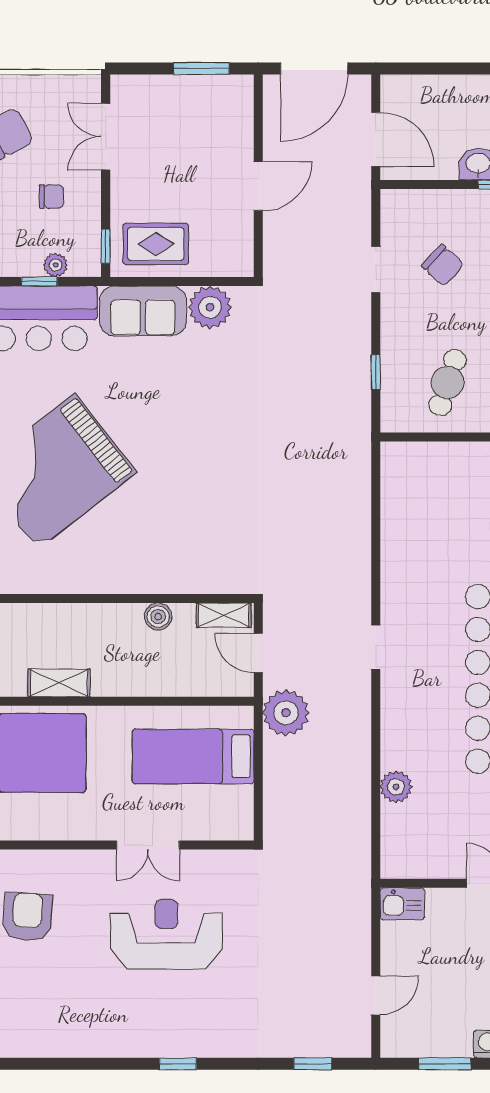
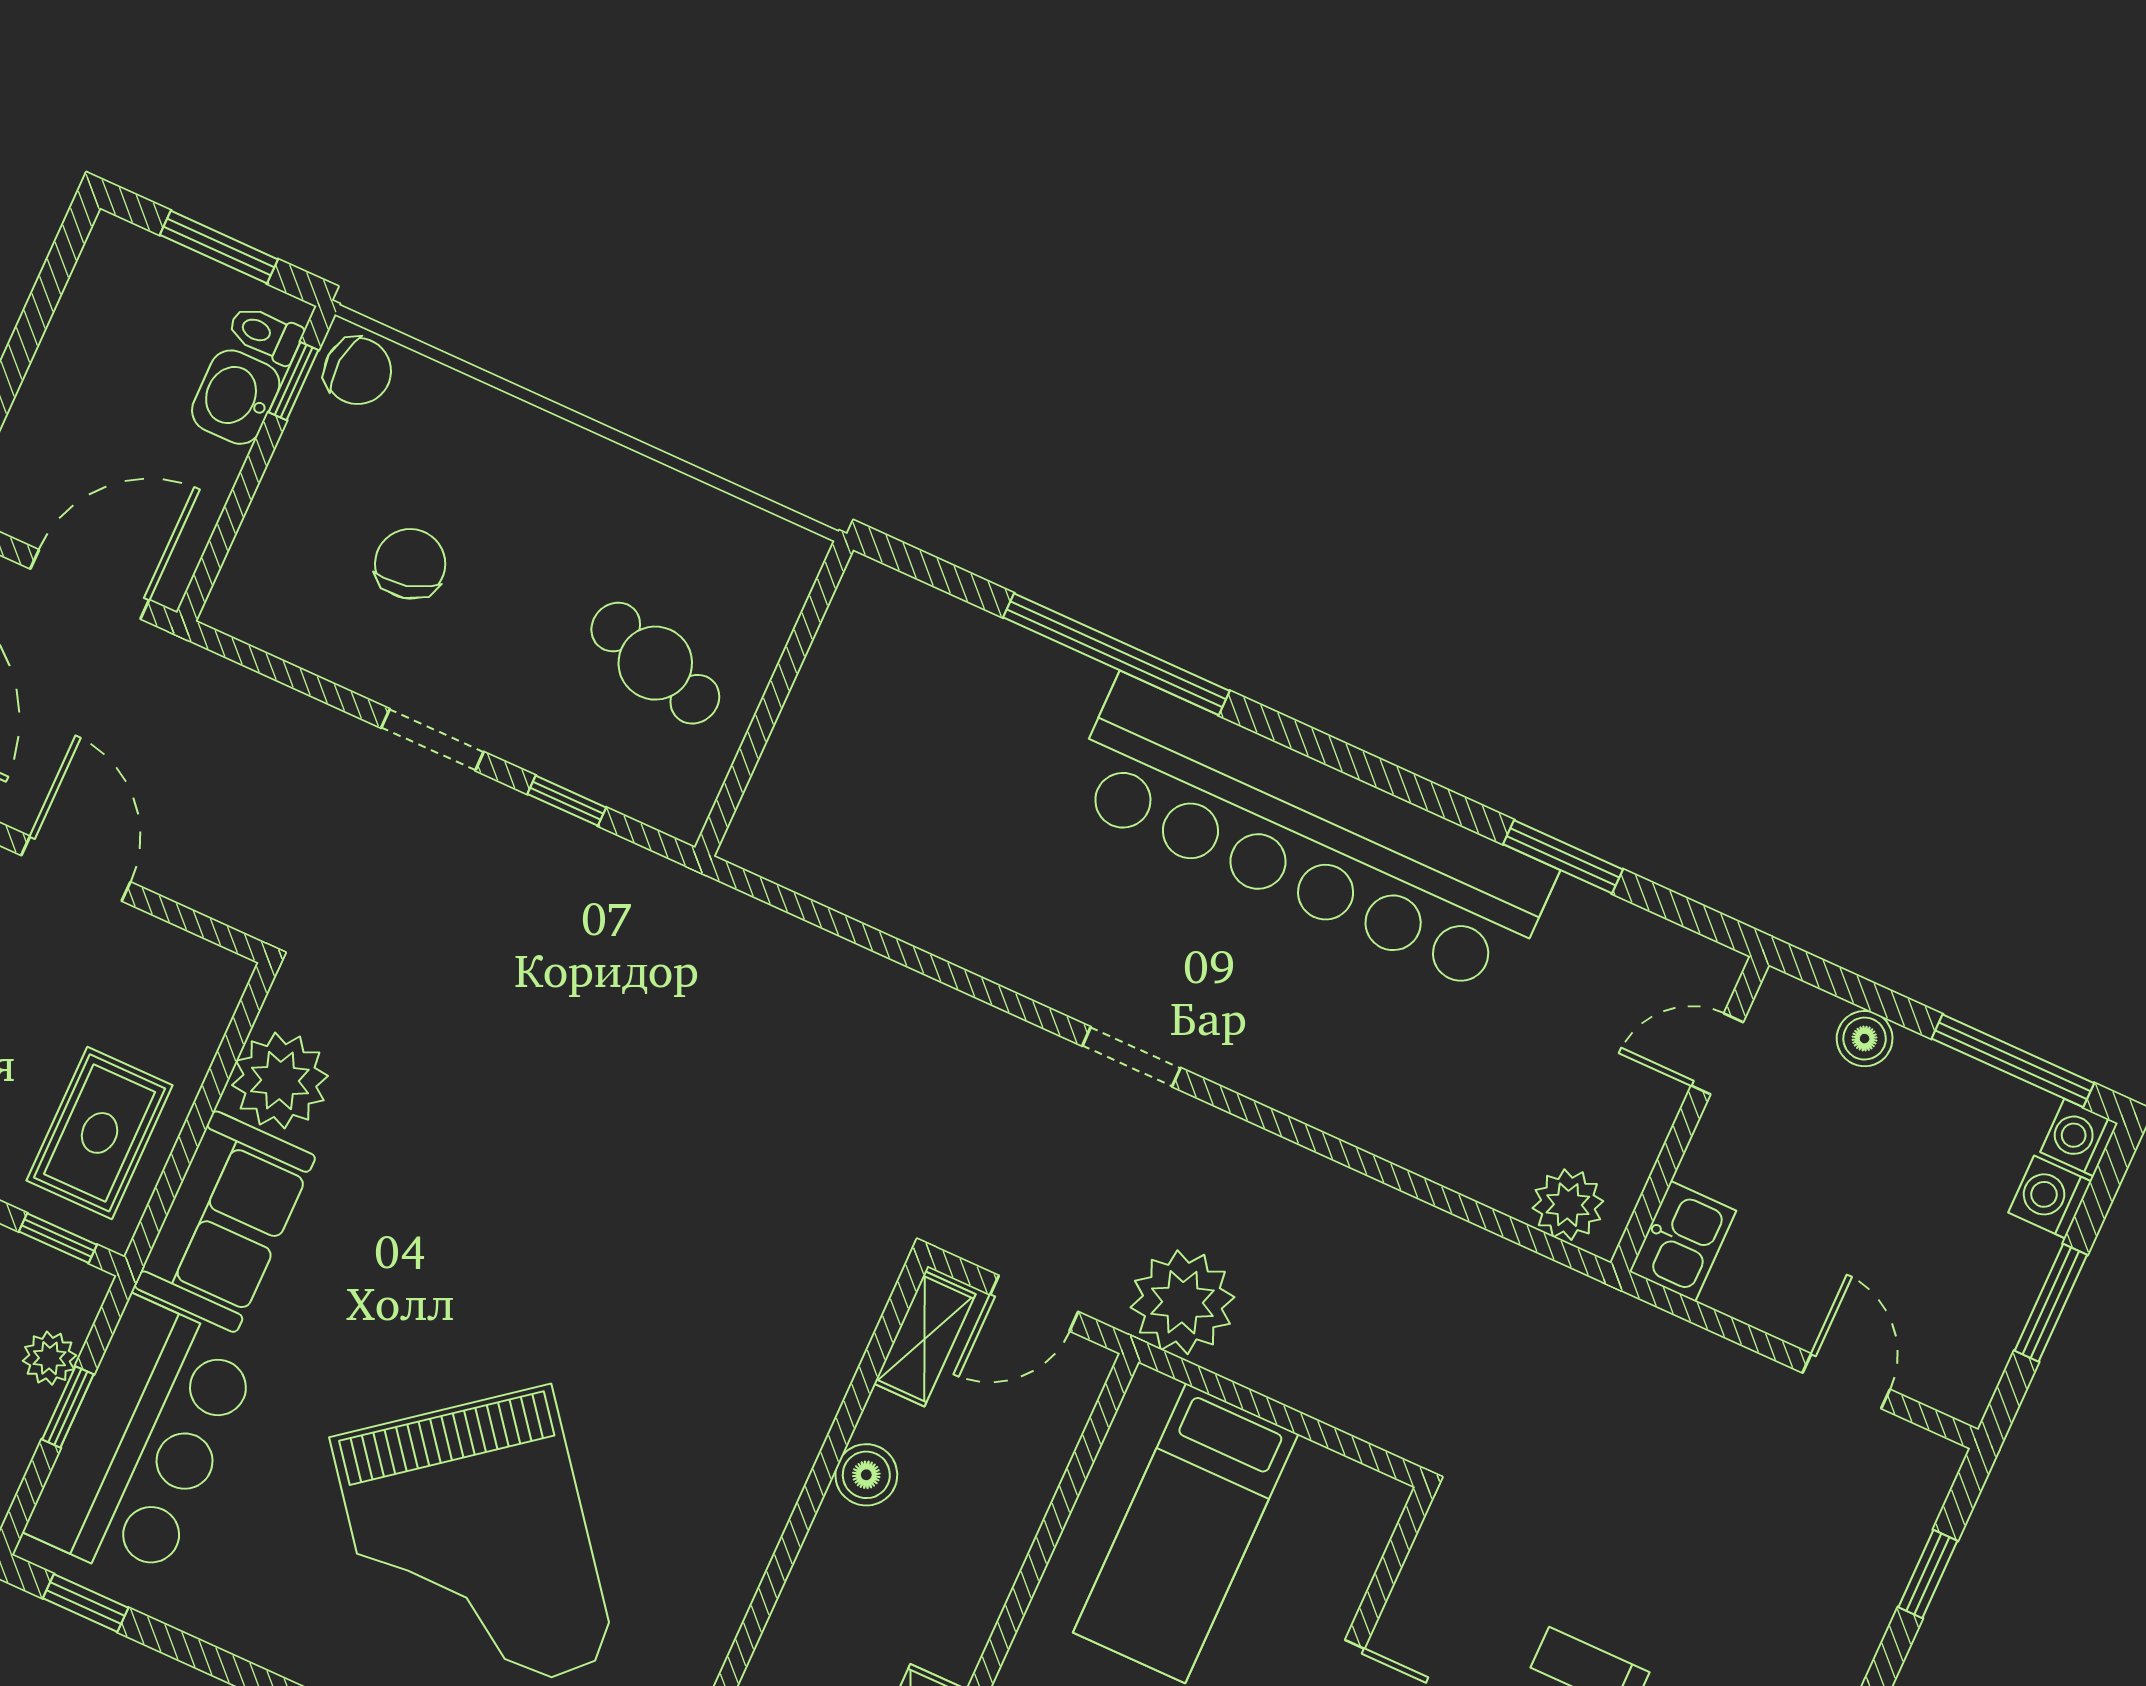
chair: (443, 265) -> (410, 564), turned -57
doorway: (376, 270) -> (432, 740), moved
plant: (396, 787) -> (1568, 1205), moved

